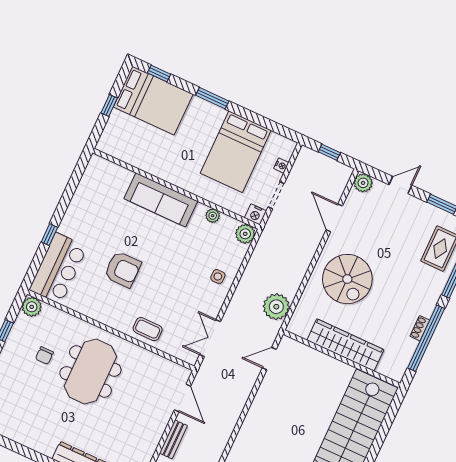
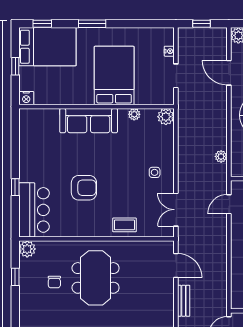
bed: (236, 152) -> (114, 76), moved, turned 180
nightstand: (255, 214) -> (26, 98), moved
side table: (218, 276) -> (155, 172), moved
plant: (276, 307) -> (221, 156), width x0.53, depth x0.53

